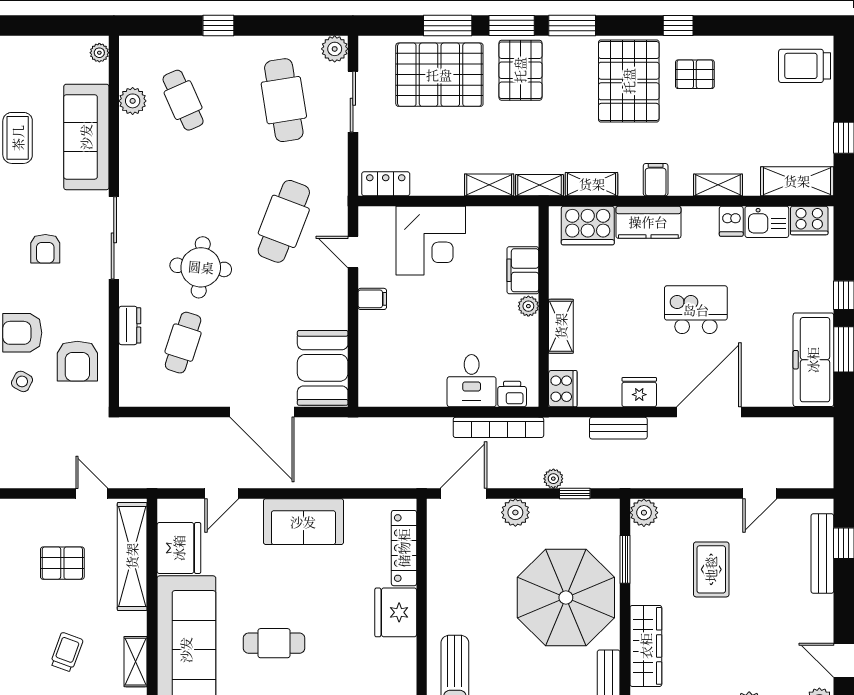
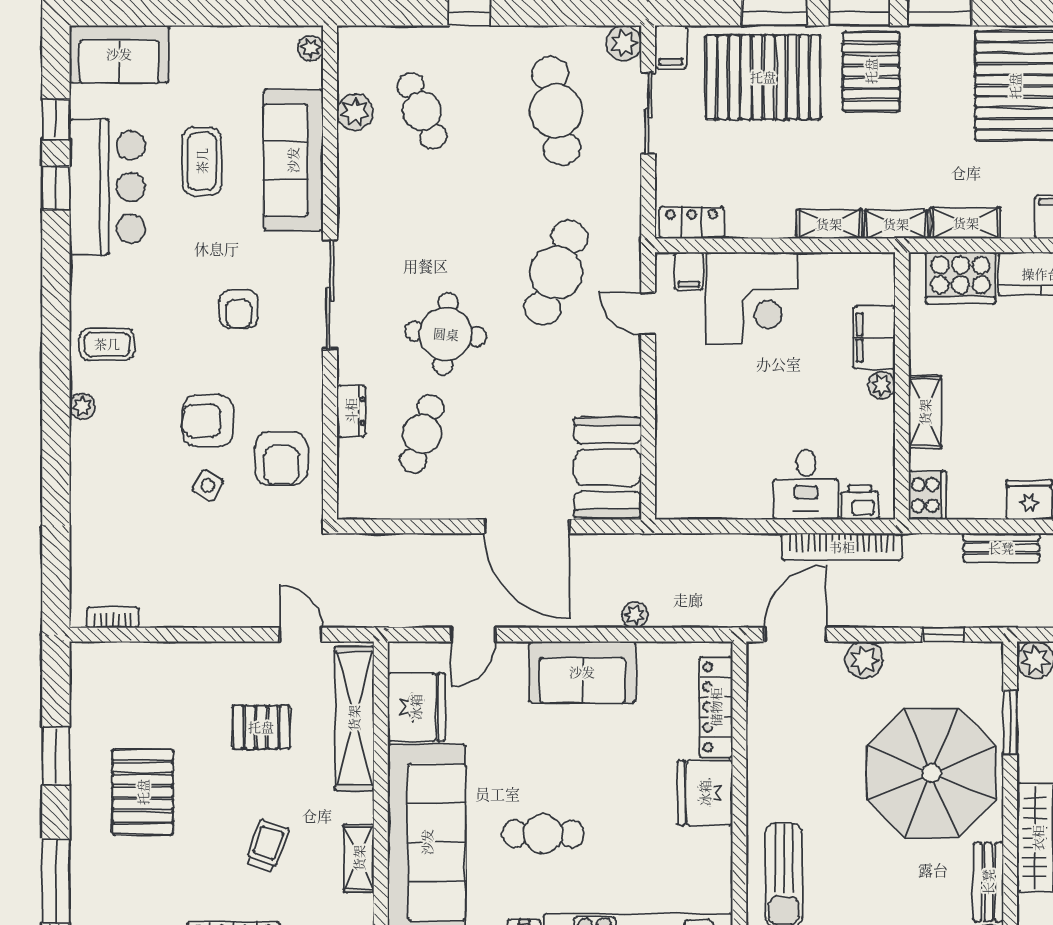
filing cabinet: (370, 52) -> (671, 47), added
filing cabinet: (372, 299) -> (689, 271), moved, turned 90
plant: (553, 479) -> (635, 615), moved

